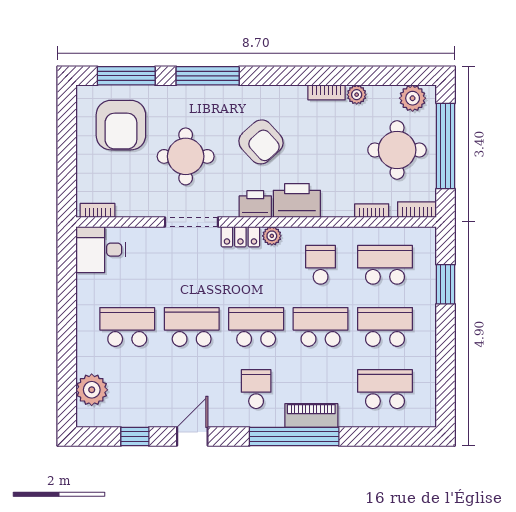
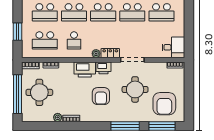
plant: (413, 98) -> (32, 116), removed
armchair: (121, 125) -> (164, 104), turned 180
armchair: (261, 142) -> (101, 96), turned -138

